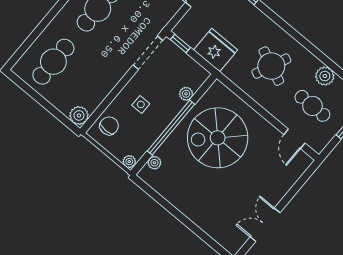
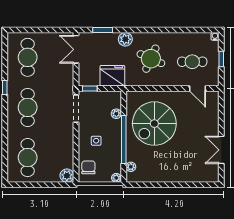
plant: (325, 76) -> (125, 39), moved

